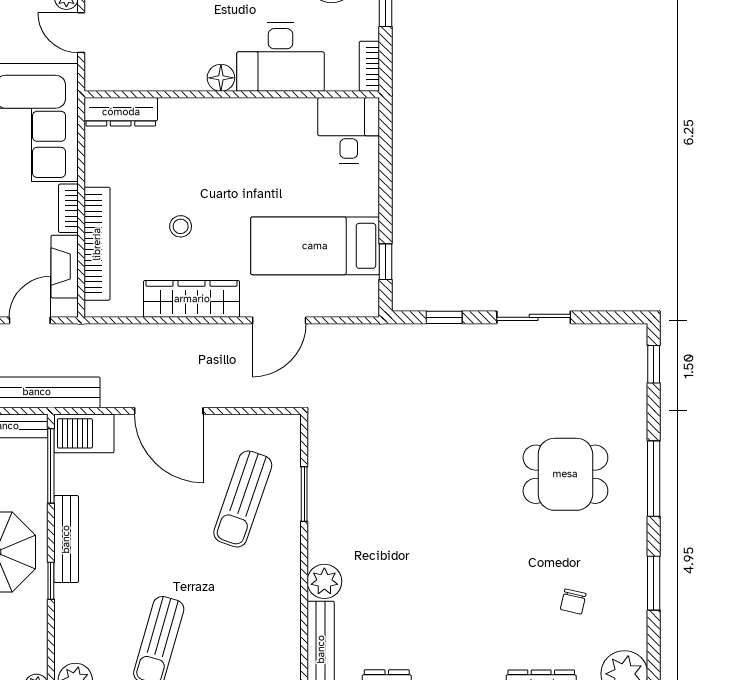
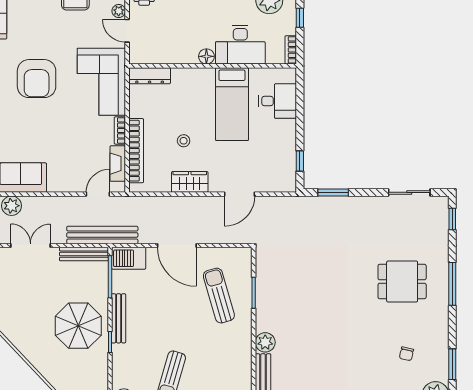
desk: (349, 131) -> (278, 101), moved, turned 90
bed: (315, 246) -> (232, 104), moved, turned -90
wardrobe: (192, 299) -> (190, 182), width x0.67
window: (444, 317) -> (333, 192), width x1.50
sliding door: (534, 317) -> (409, 192), moved
sun lounger: (243, 499) -> (219, 296), turned 145
window: (654, 583) -> (452, 364), moved

